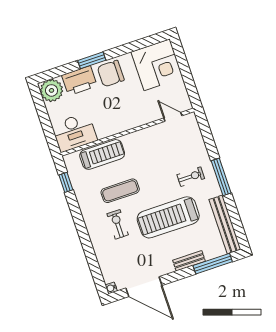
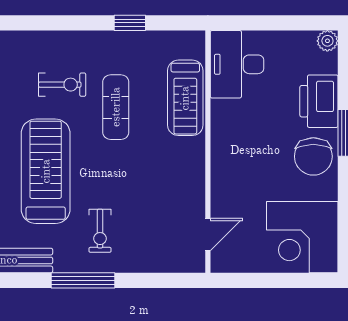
chair: (111, 74) -> (313, 156), turned 180
plant: (52, 90) -> (327, 41), width x0.53, depth x0.53
window: (66, 182) -> (130, 23), moved

